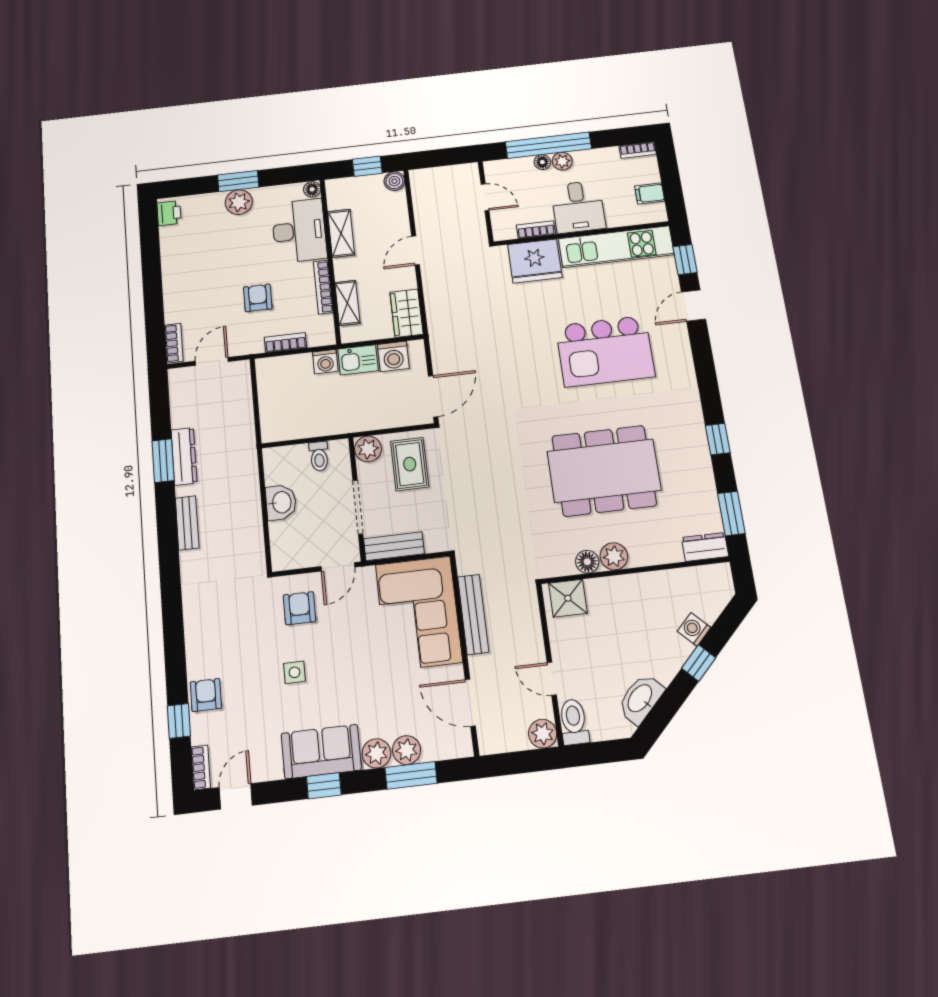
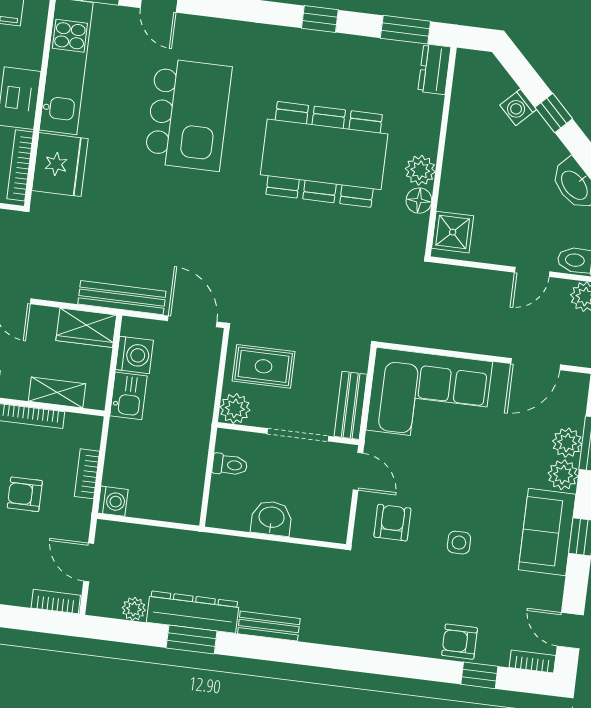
bookcase: (536, 230) -> (20, 165), width x1.56
washing machine: (325, 362) -> (113, 501), moved
plant: (180, 407) -> (134, 609), added
dresser: (184, 456) -> (193, 612), width x1.37, depth x1.24
dining table: (604, 471) -> (324, 154), turned 90
armchair: (300, 608) -> (392, 523), turned 90
bench: (473, 614) -> (122, 298), moved

